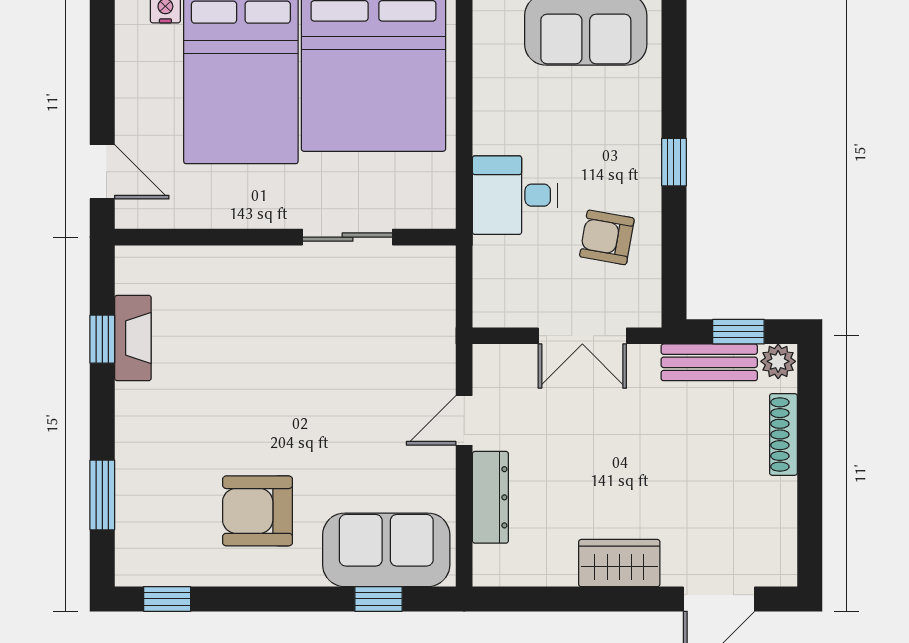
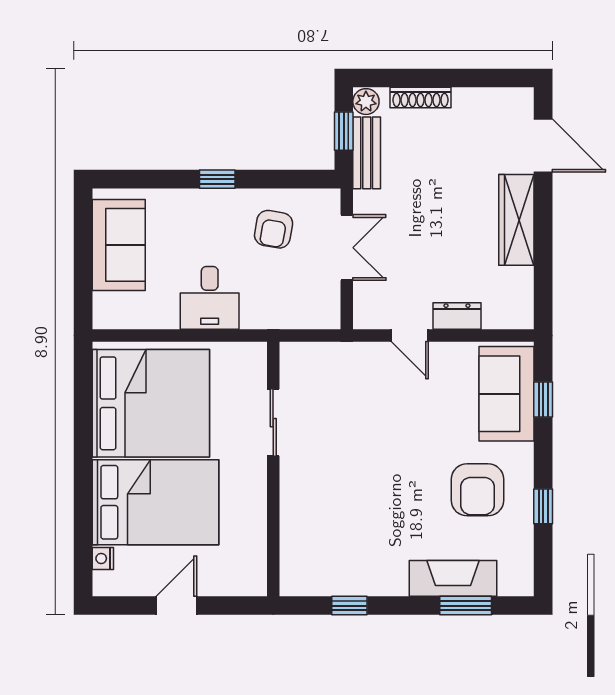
door: (102, 172) -> (176, 606), moved
desk: (515, 195) -> (210, 298), moved
fireplace: (133, 338) -> (453, 578), moved, width x1.37, depth x1.32
dresser: (490, 497) -> (457, 316), width x0.70
wardrobe: (619, 563) -> (516, 220), width x1.50
window: (167, 599) -> (543, 506), moved

